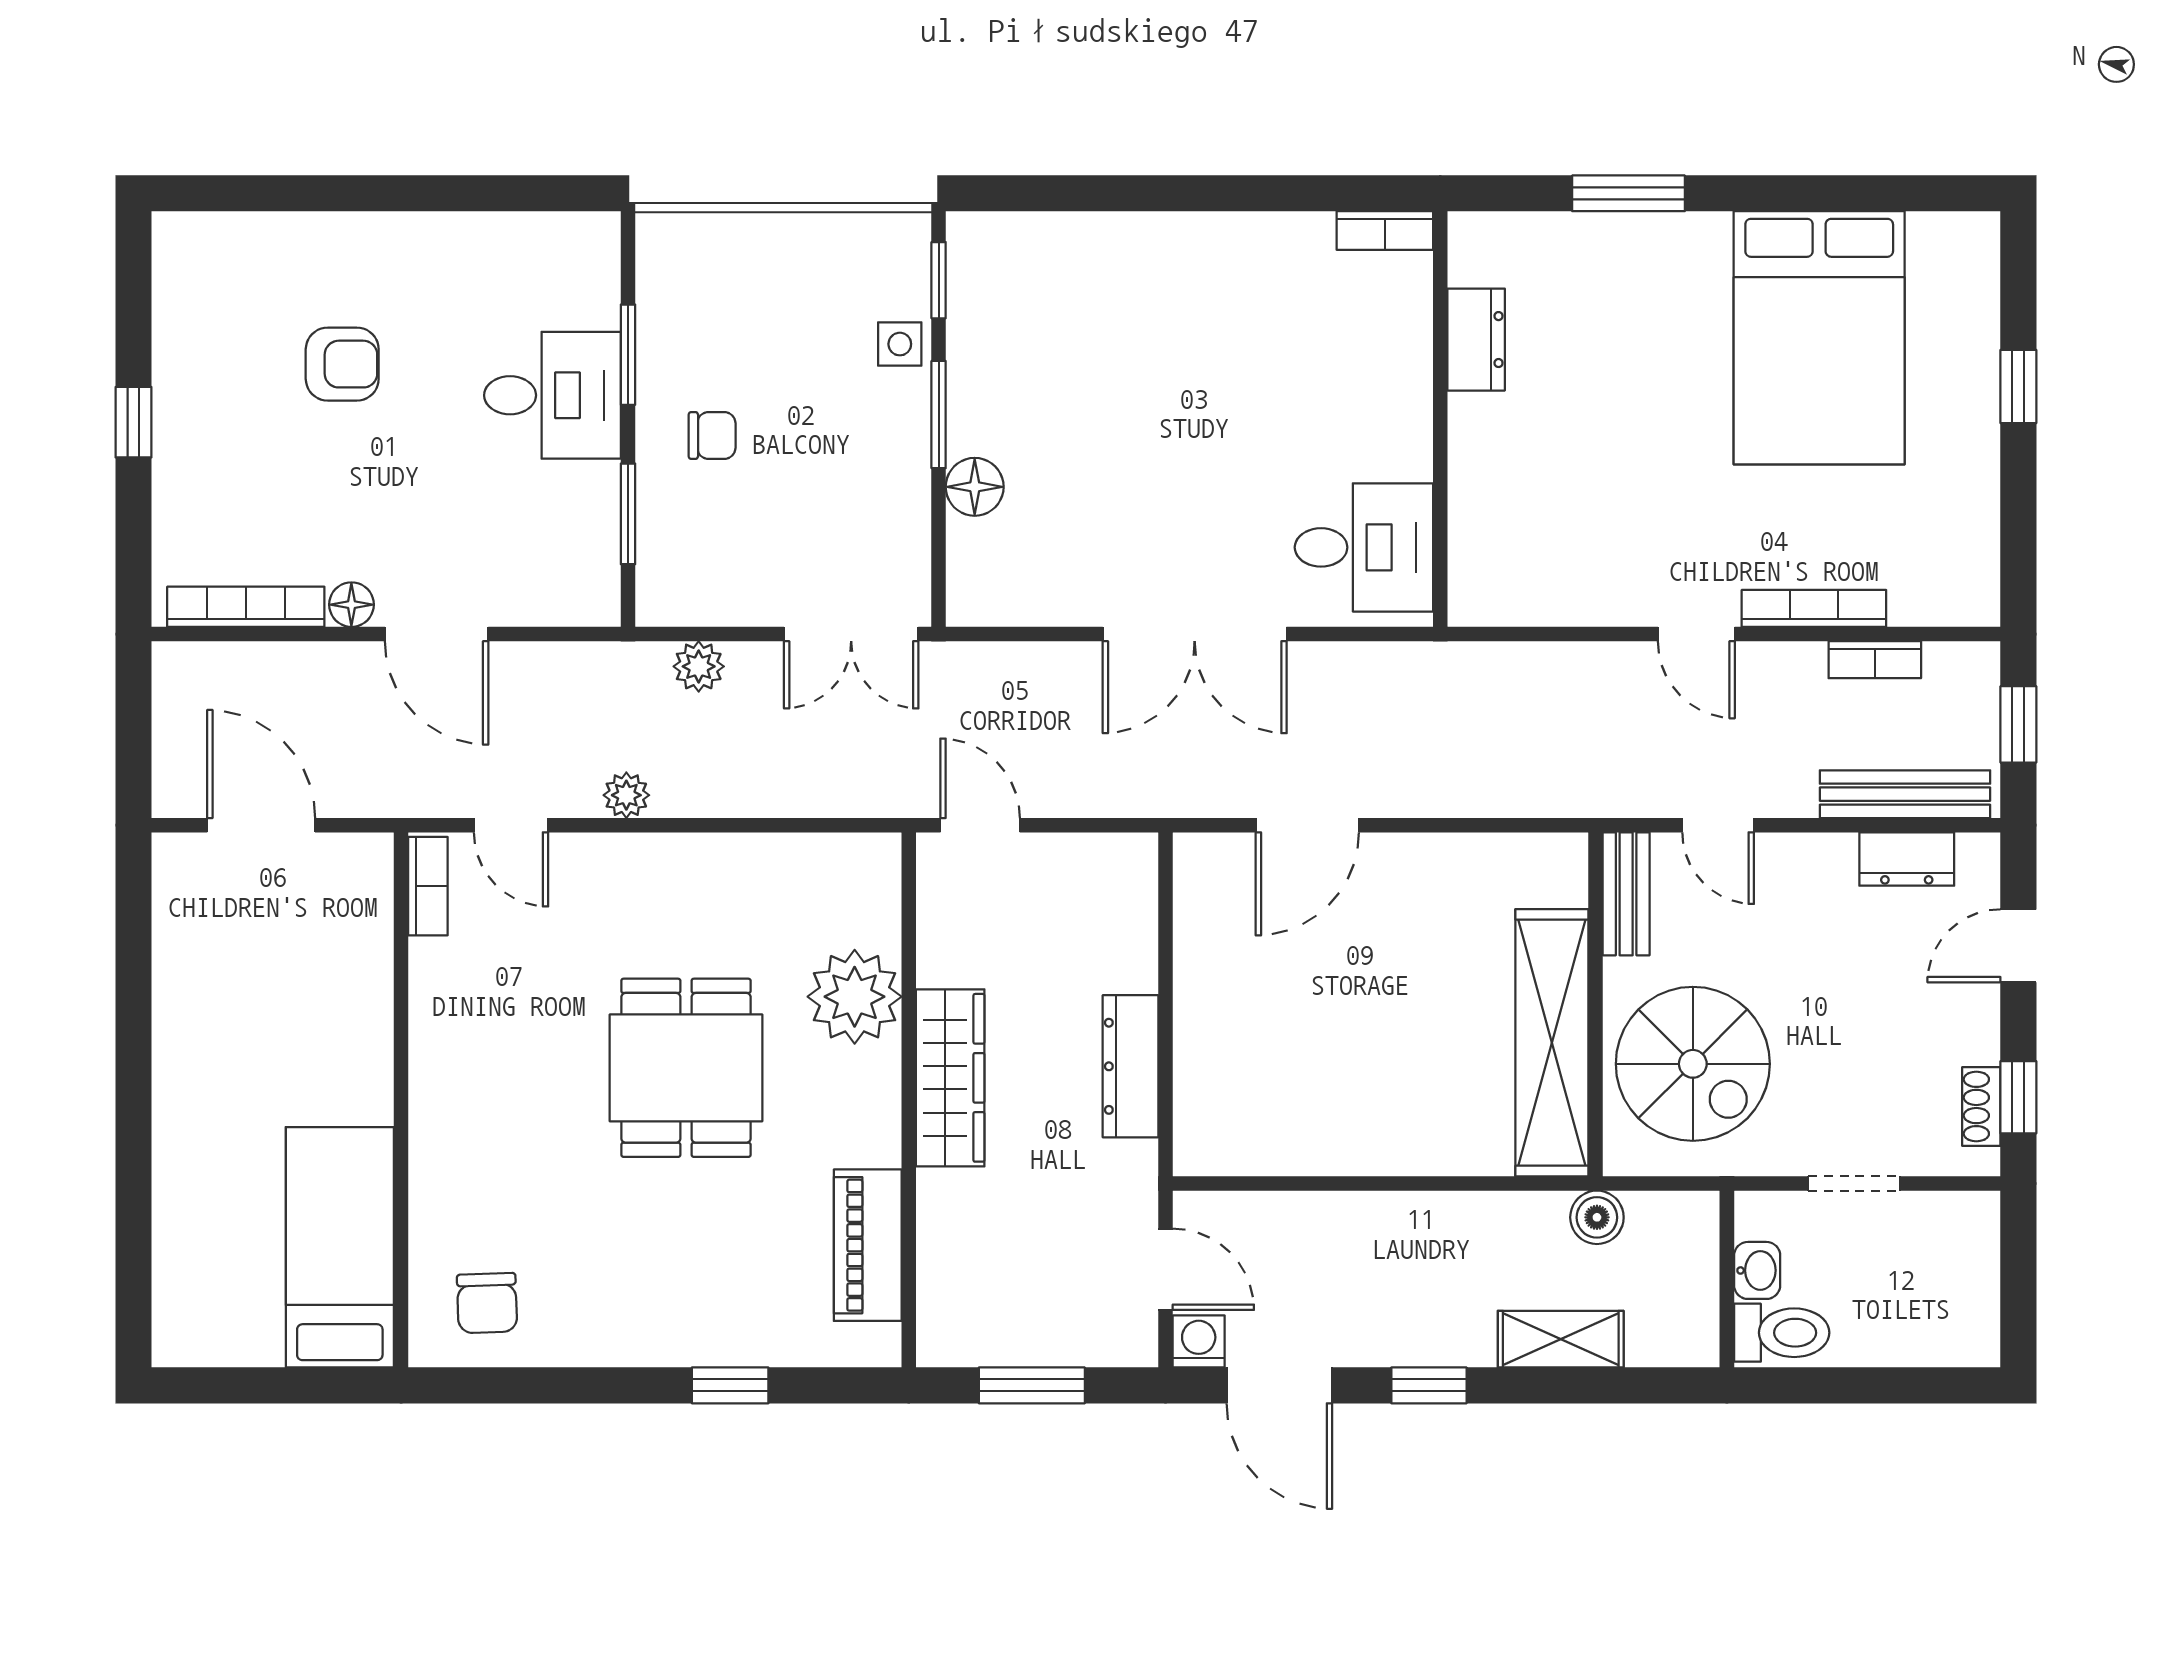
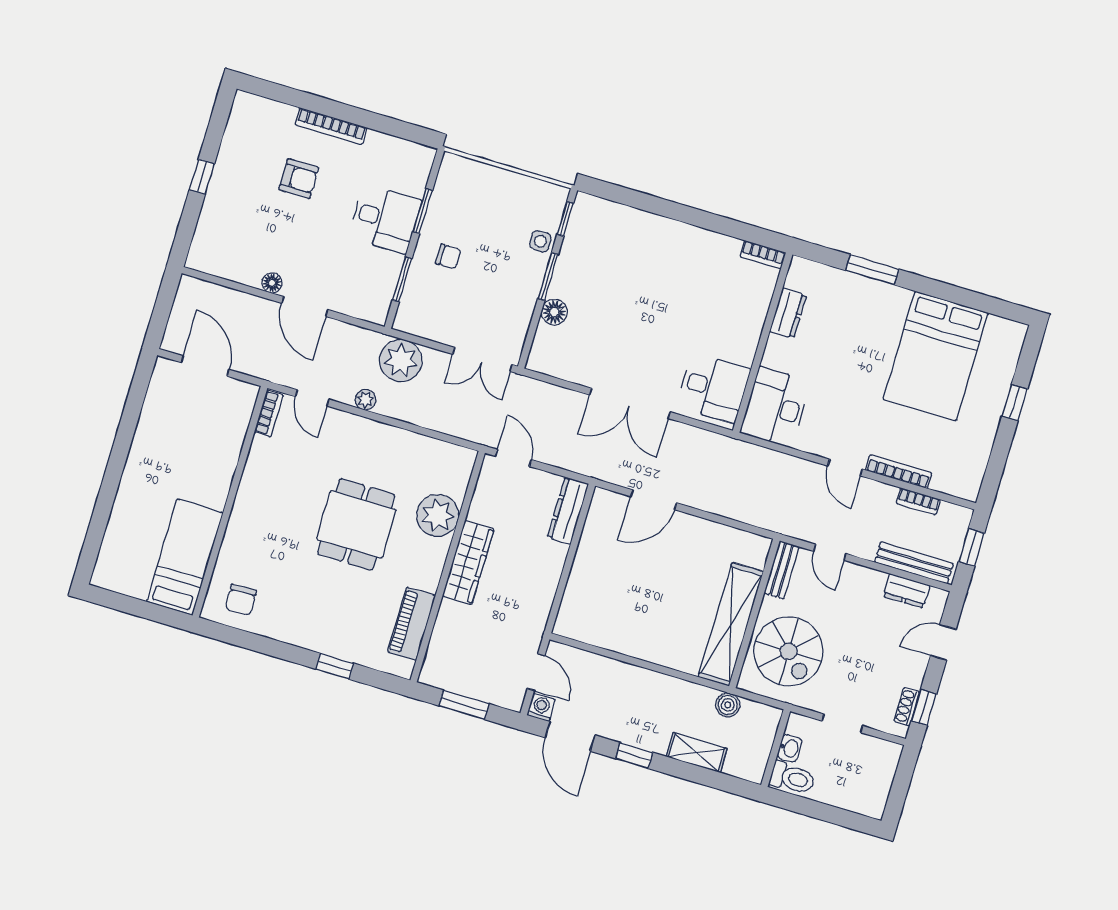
desk: (1509, 549) -> (775, 407), added
bookcase: (246, 607) -> (331, 126), moved, turned 180
plant: (699, 666) -> (401, 361), width x1.87, depth x1.87
dresser: (1131, 1066) -> (568, 511), moved

